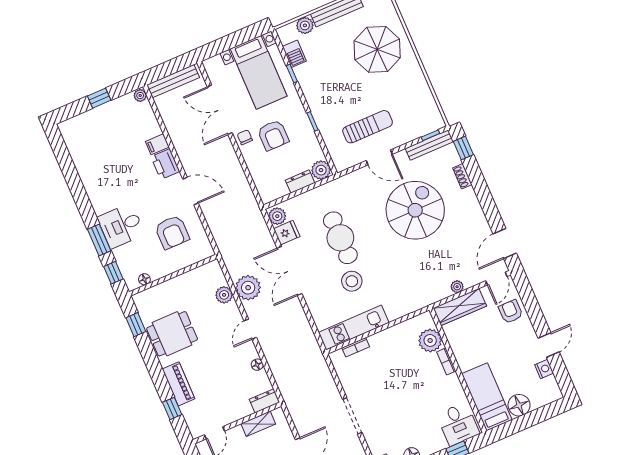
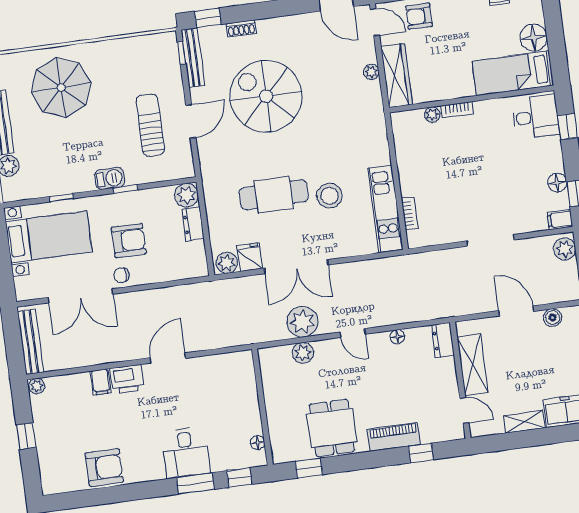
barbecue: (294, 54) -> (110, 178), moved
armchair: (172, 232) -> (104, 467), moved
plant: (430, 340) -> (432, 115), width x0.53, depth x0.53
shelving: (258, 424) -> (473, 365), width x1.50, depth x1.33

